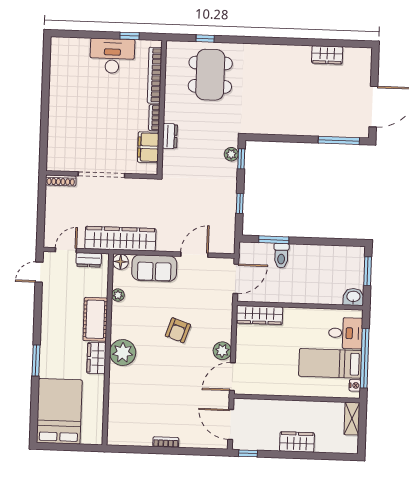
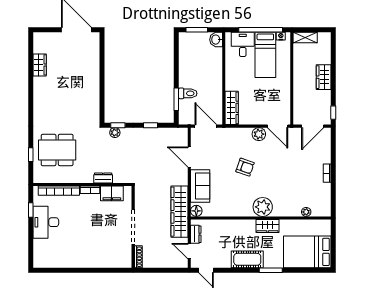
window: (339, 140) -> (102, 54), removed
plant: (118, 295) -> (306, 212), moved
cot: (95, 319) -> (247, 259), moved

